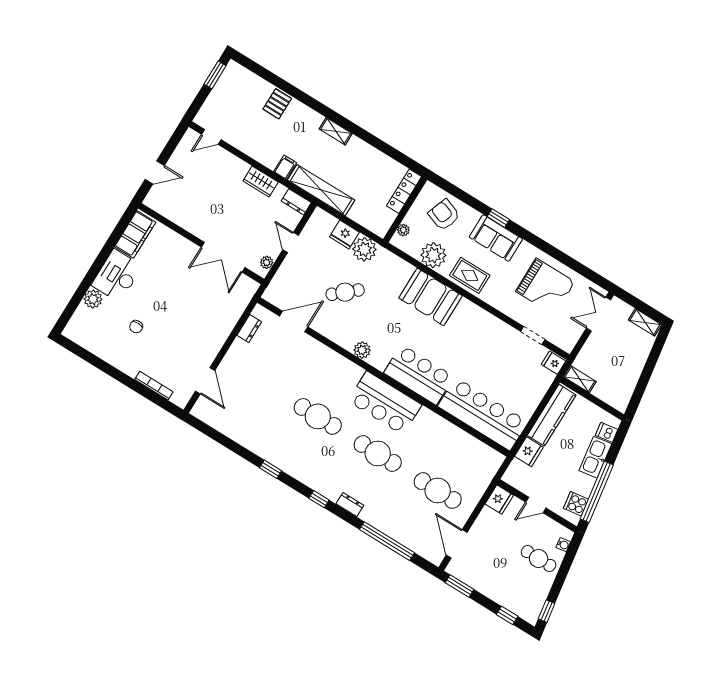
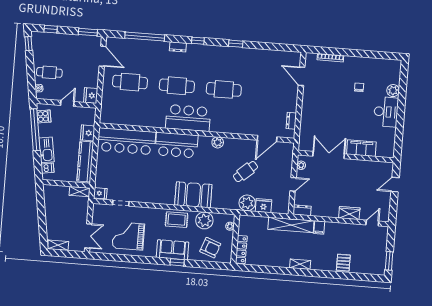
wardrobe: (261, 182) -> (349, 213), moved
filing cabinet: (135, 234) -> (361, 148), moved, turned 90
door: (290, 243) -> (293, 184), hinge flipped

